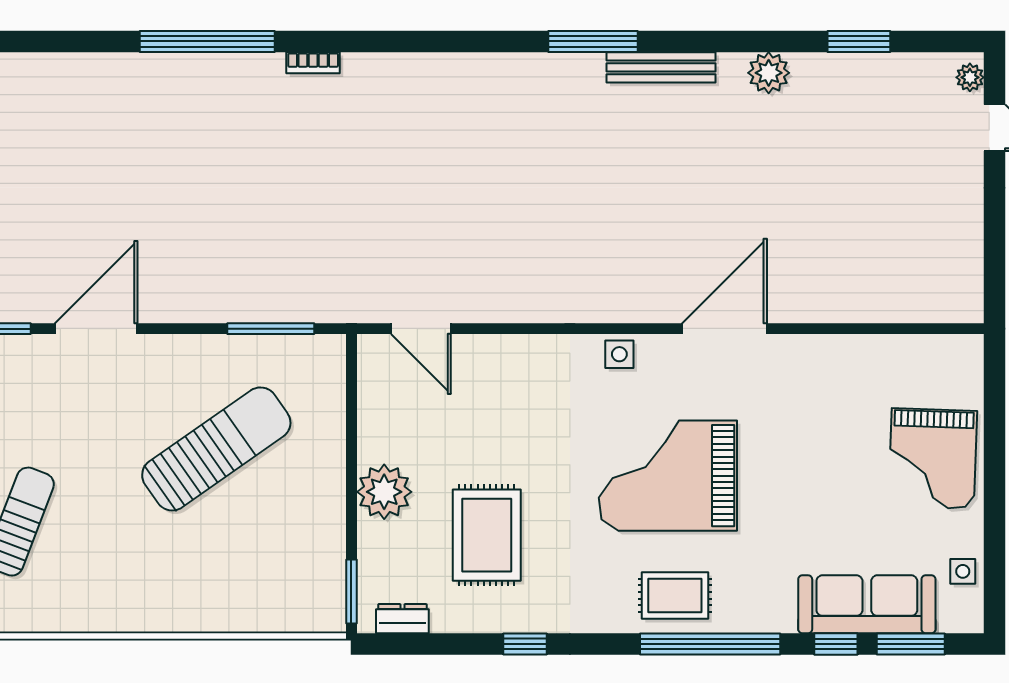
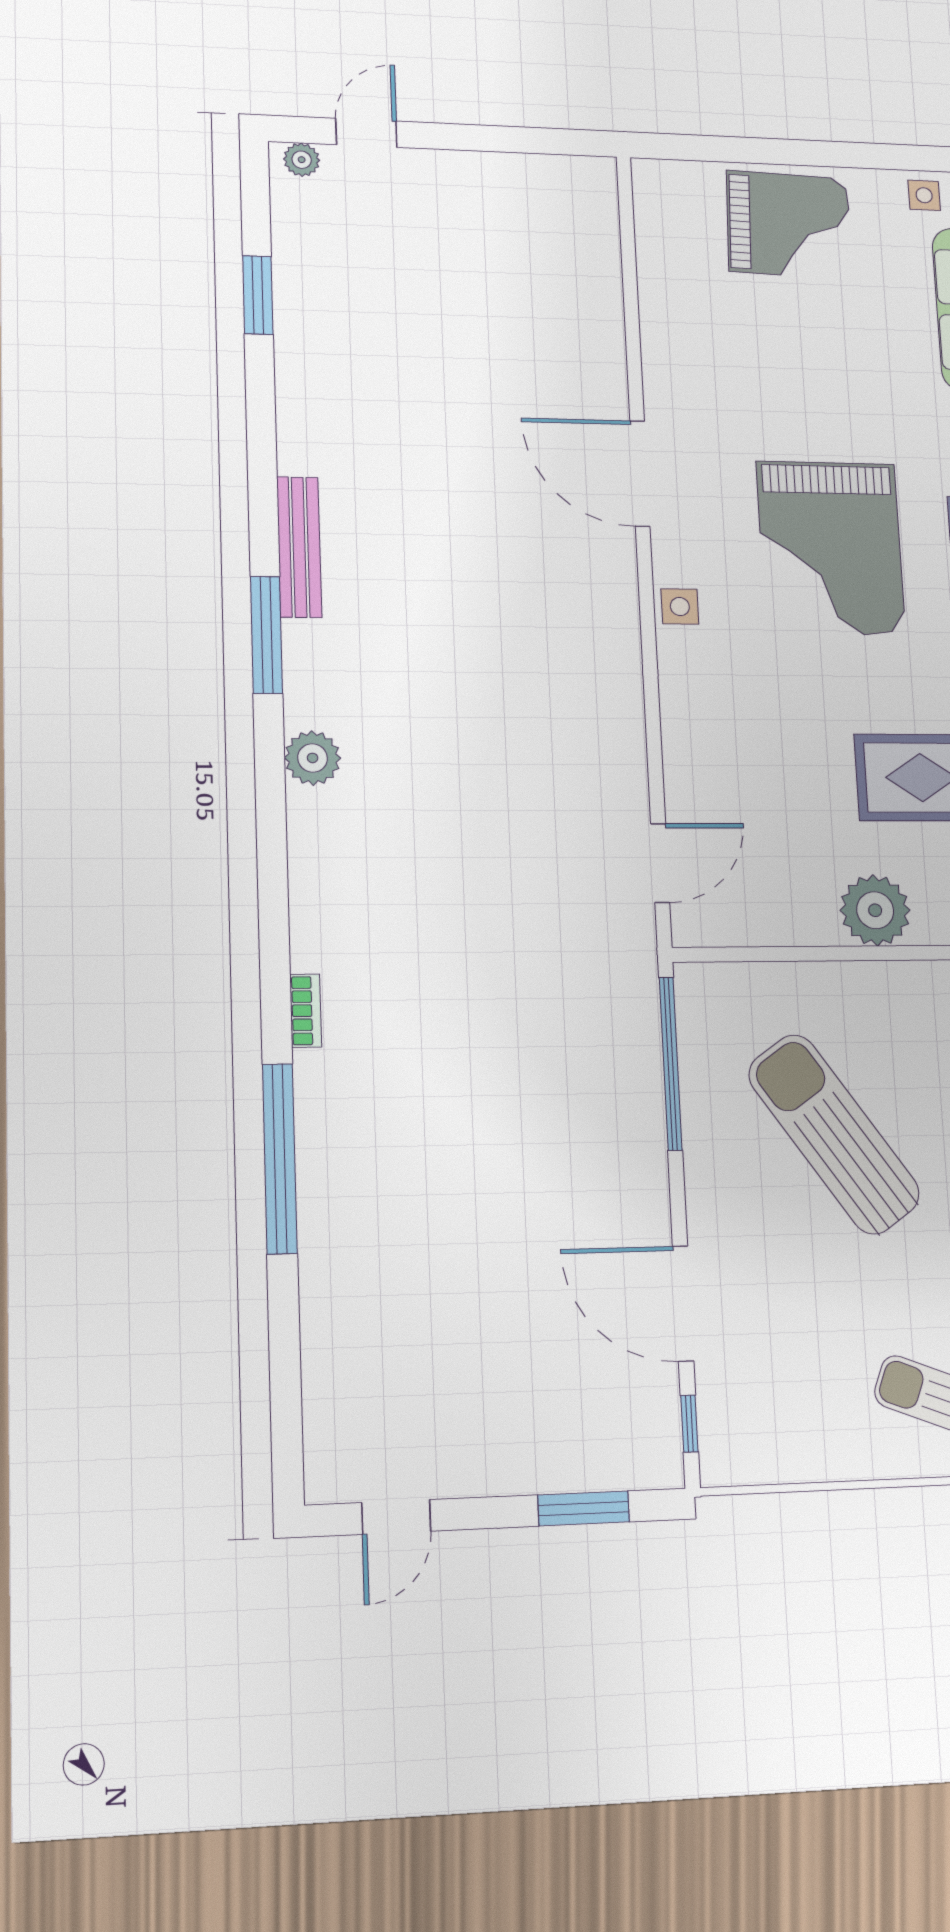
plant: (769, 73) -> (313, 758), moved
window: (271, 329) -> (671, 1063), width x1.46

